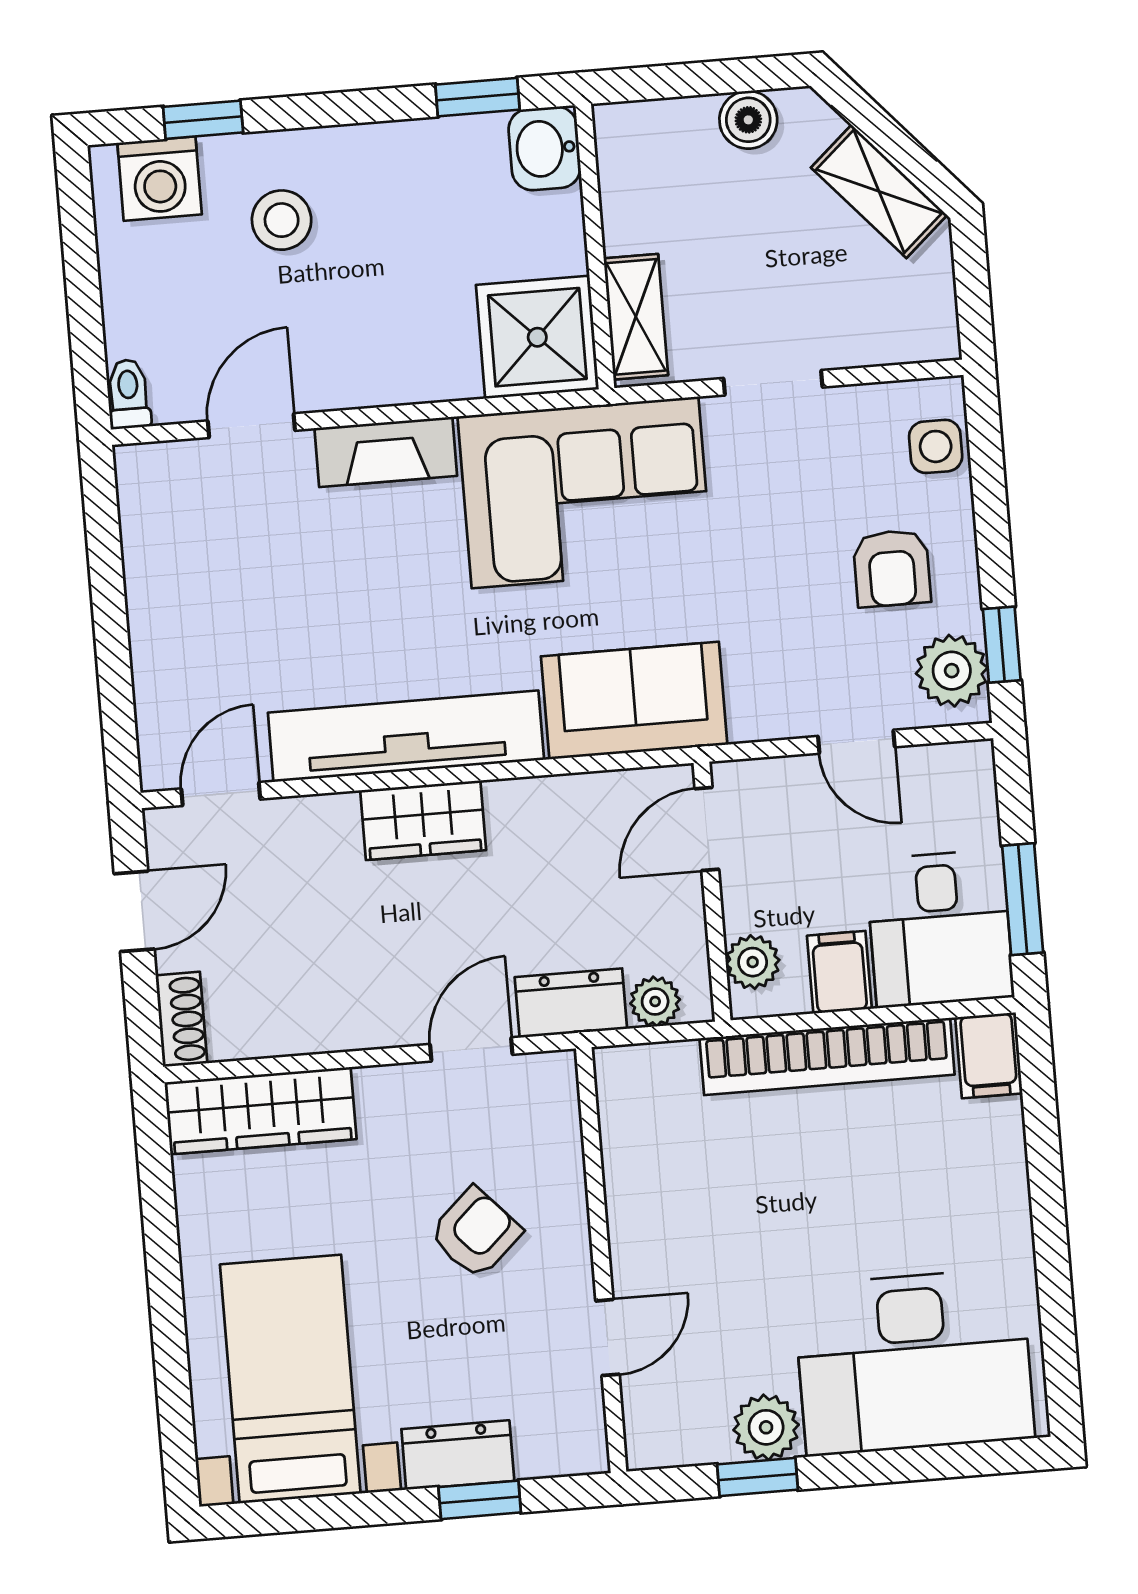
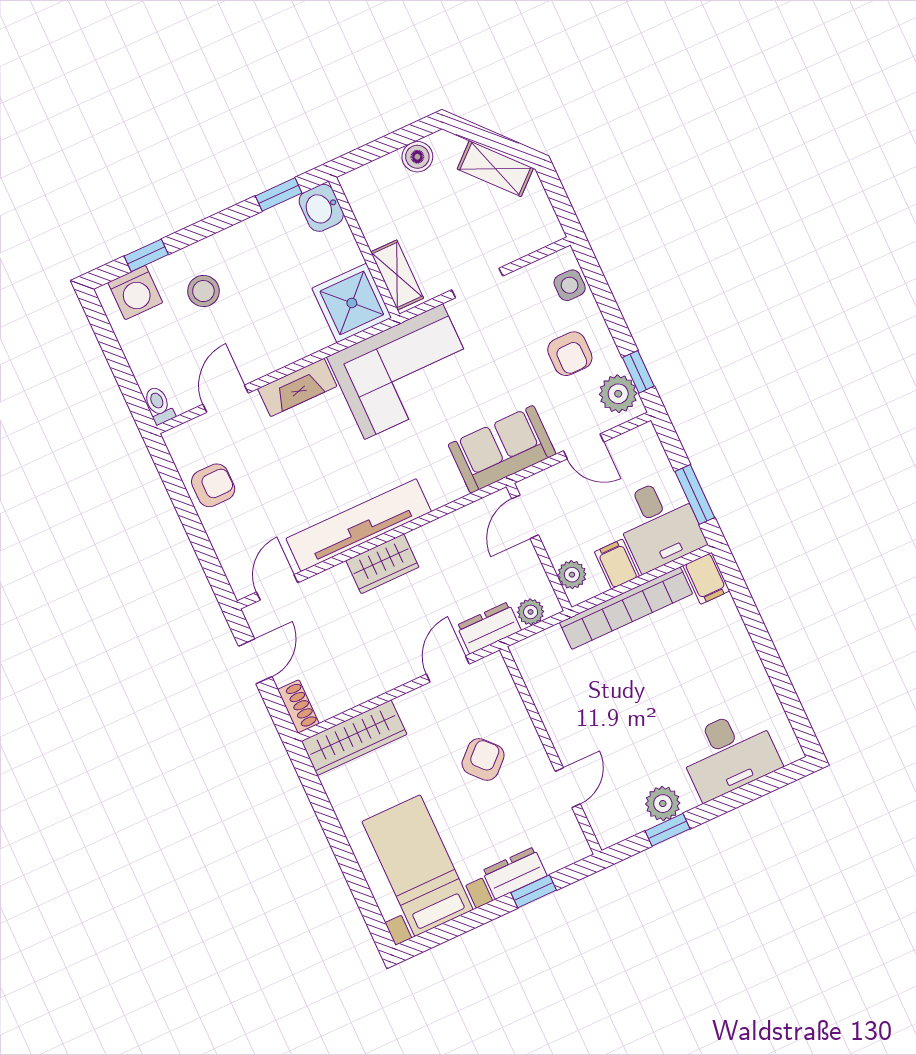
armchair: (173, 571) -> (213, 485), added
sofa: (634, 700) -> (502, 449), moved
desk: (914, 1362) -> (729, 754), width x0.73, depth x0.77

